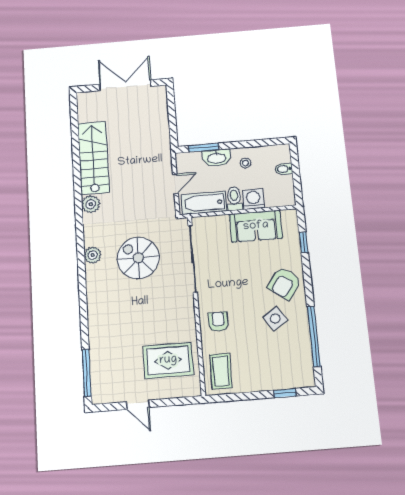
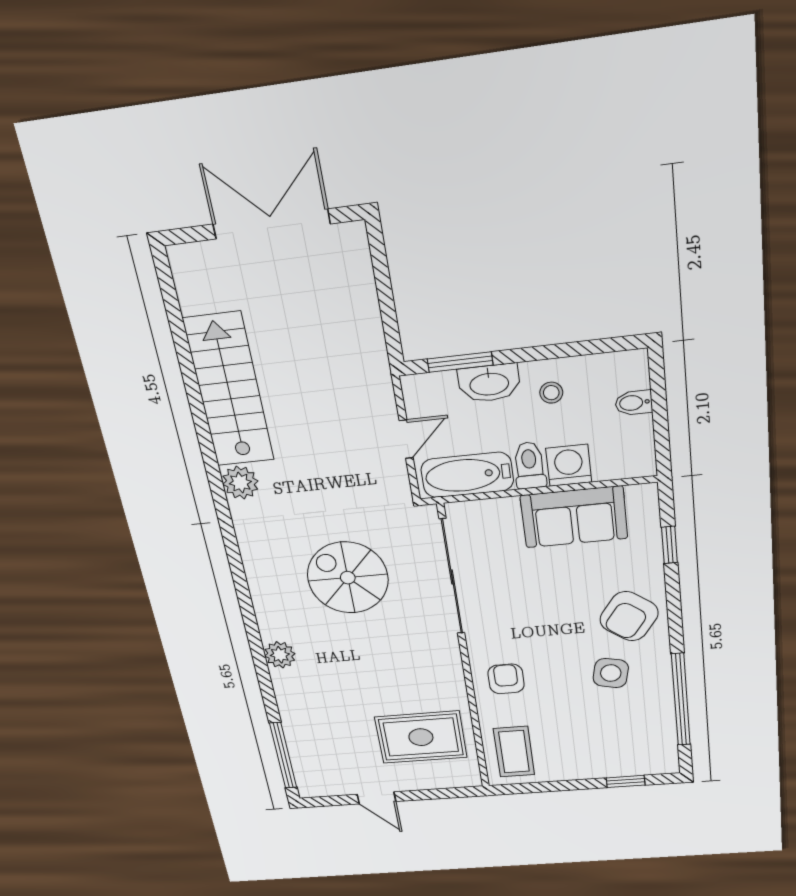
plant: (93, 255) -> (280, 655), moved
side table: (275, 318) -> (611, 673), turned 45

